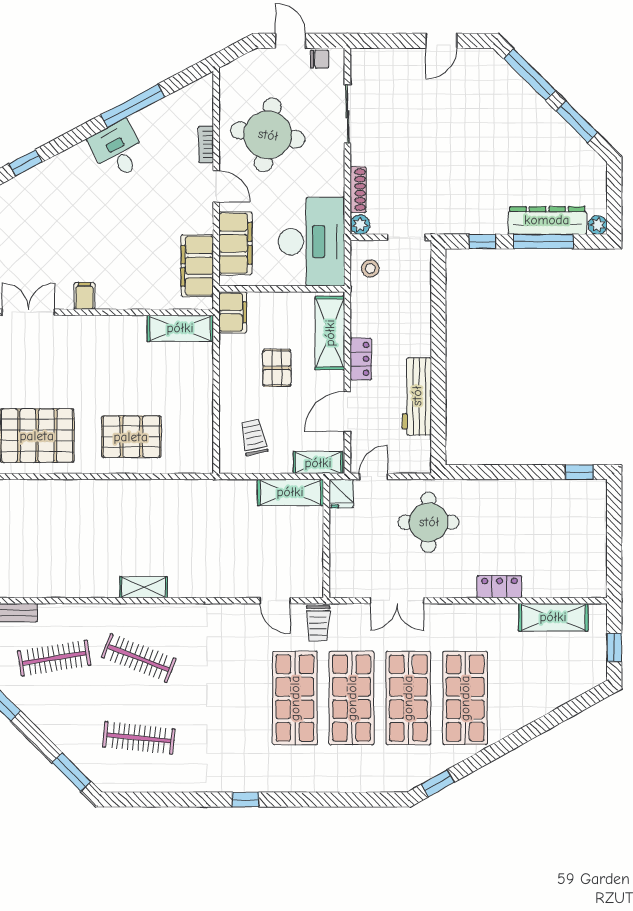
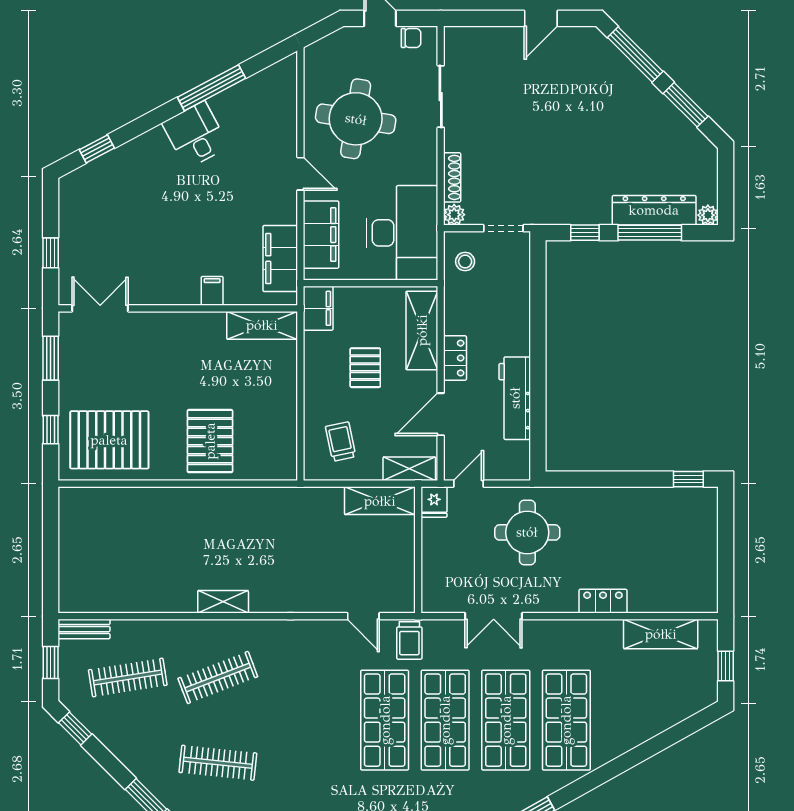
bookcase: (206, 144) -> (290, 129), removed
filing cabinet: (84, 296) -> (212, 291), moved
pallet: (131, 437) -> (210, 441), turned 90
clothes rail: (139, 658) -> (218, 677), turned -42

